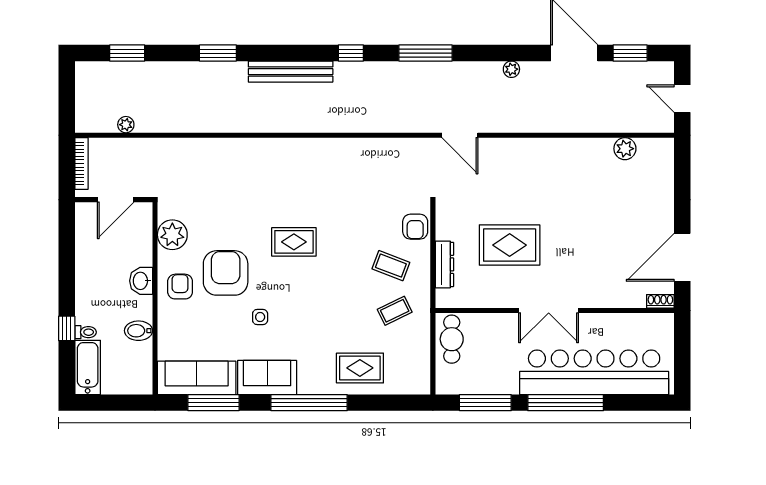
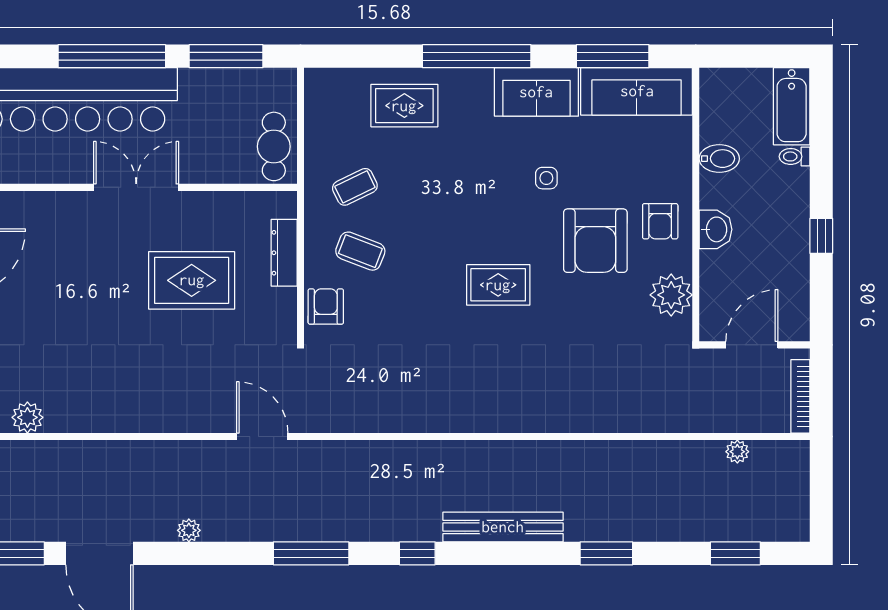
window: (67, 328) -> (821, 236), moved

